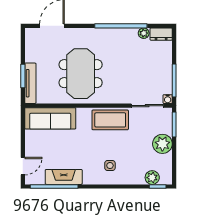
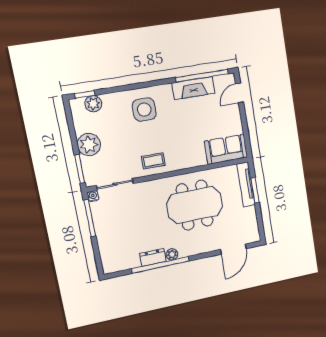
plant: (144, 33) -> (172, 254), moved
dresser: (161, 34) -> (153, 257), moved
meeting table: (81, 74) -> (195, 205), turned 90
sofa: (50, 118) -> (226, 149), width x0.73
coffee table: (110, 120) -> (153, 161), width x0.54, depth x0.58
side table: (110, 166) -> (144, 110), width x1.87, depth x1.87

